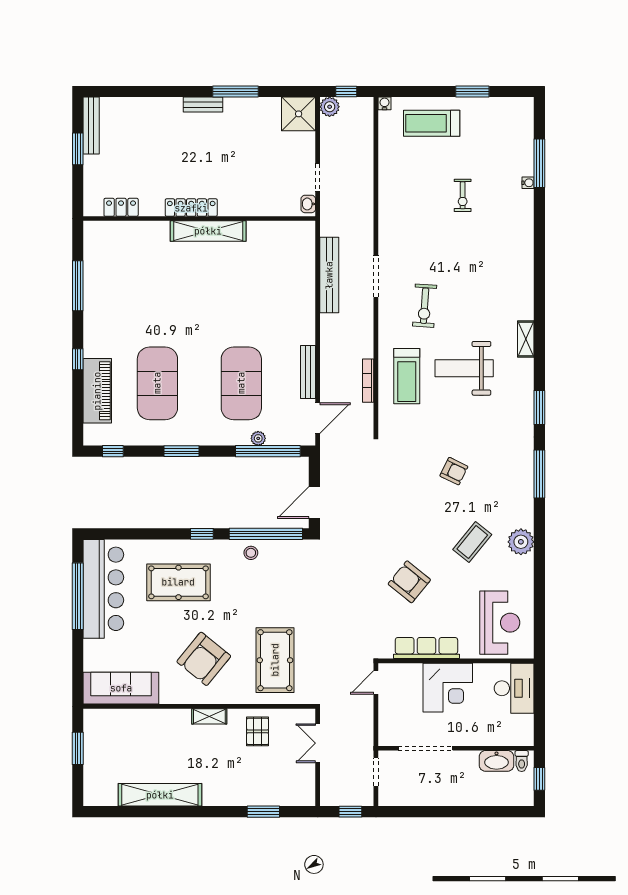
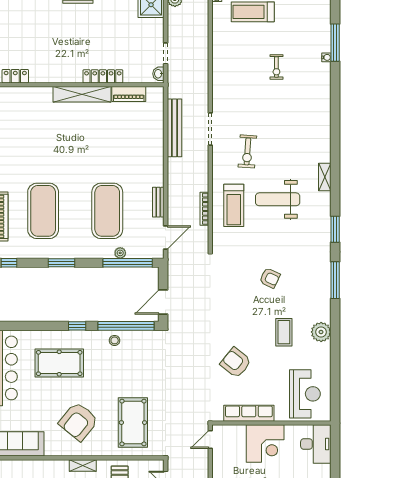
locker: (191, 208) -> (103, 76), moved
piano: (269, 231) -> (129, 94), added
bench: (308, 372) -> (158, 202), width x0.73
coffee table: (472, 542) -> (284, 332), turned -39

